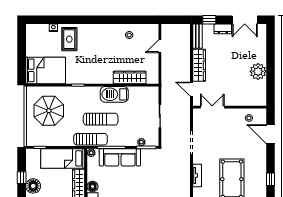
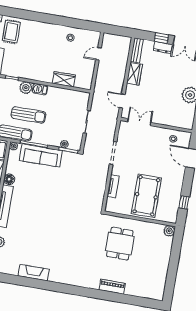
window: (209, 20) -> (161, 38), moved
wardrobe: (199, 65) -> (134, 74), width x0.67
wardrobe: (130, 77) -> (64, 79), width x0.67
plant: (93, 92) -> (26, 88), added
barbecue: (114, 94) -> (40, 89), width x0.53, depth x0.65

